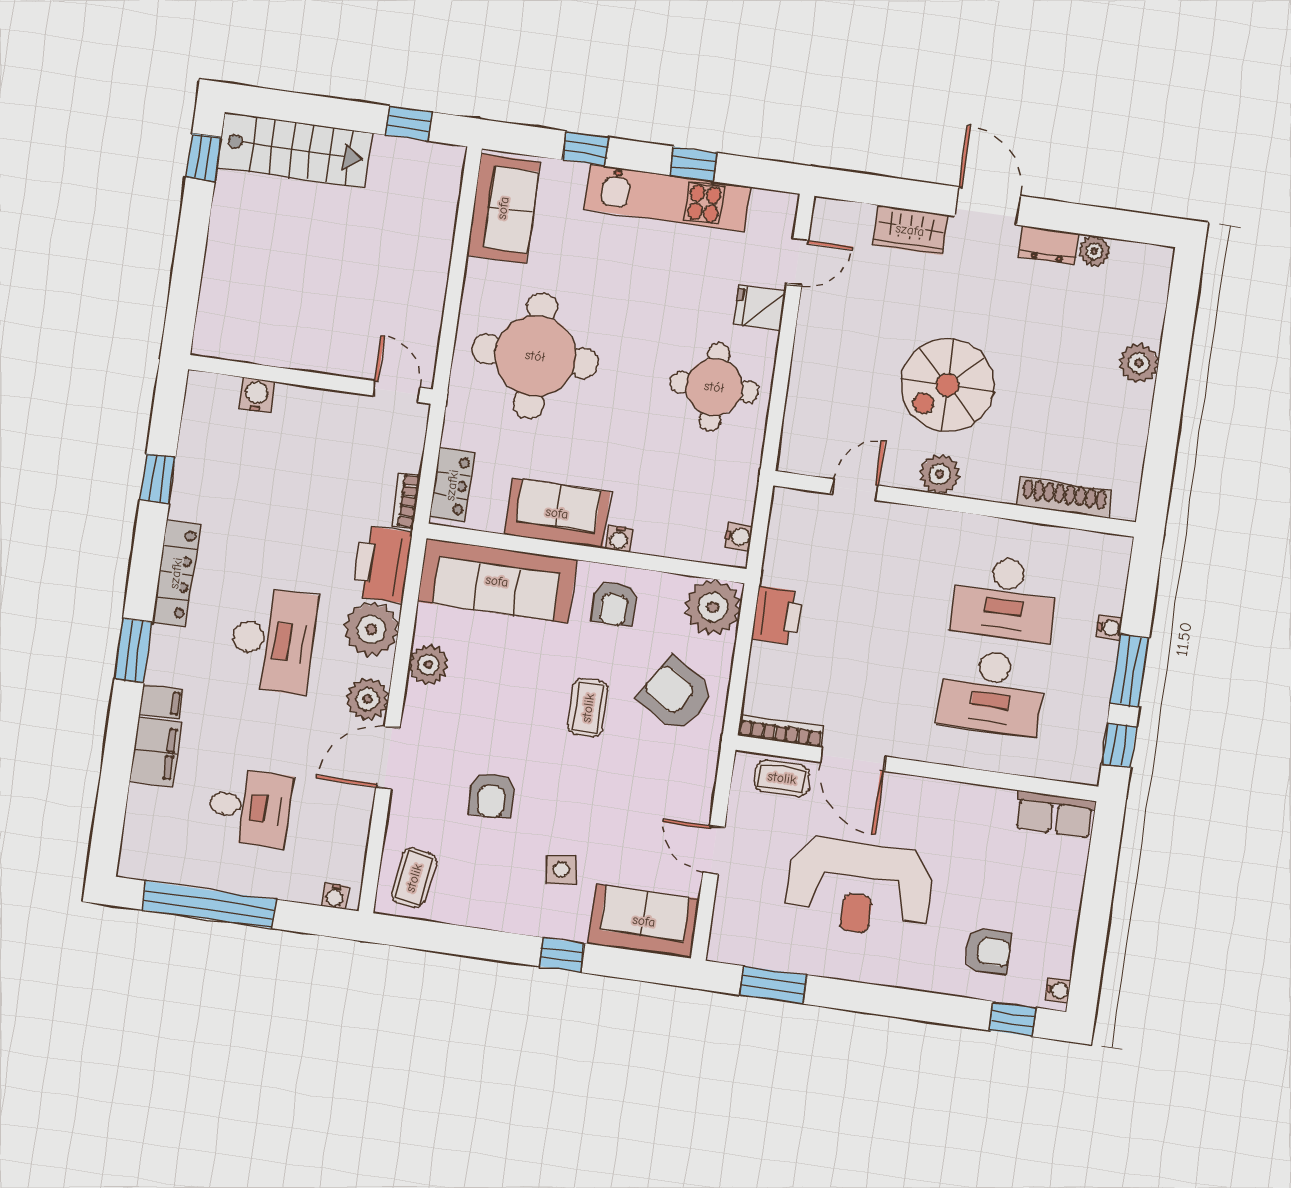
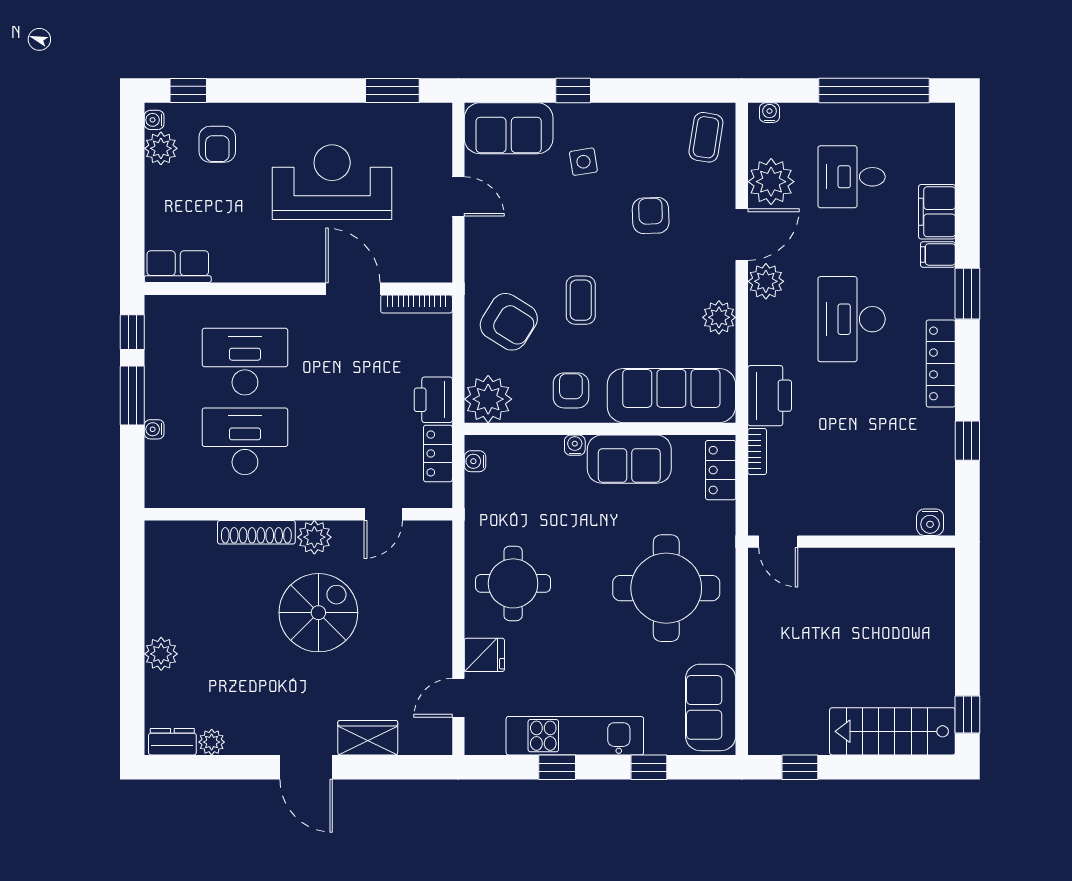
dresser: (1048, 245) -> (172, 742), moved
water cooler: (257, 395) -> (930, 522), moved
shoe rack: (1064, 498) -> (256, 532), moved
locker: (781, 552) -> (438, 453), added
plant: (371, 629) -> (771, 182), moved
coffee table: (782, 778) -> (410, 264), removed
armchair: (988, 951) -> (217, 144), turned -90
plant: (1055, 956) -> (161, 148), added

